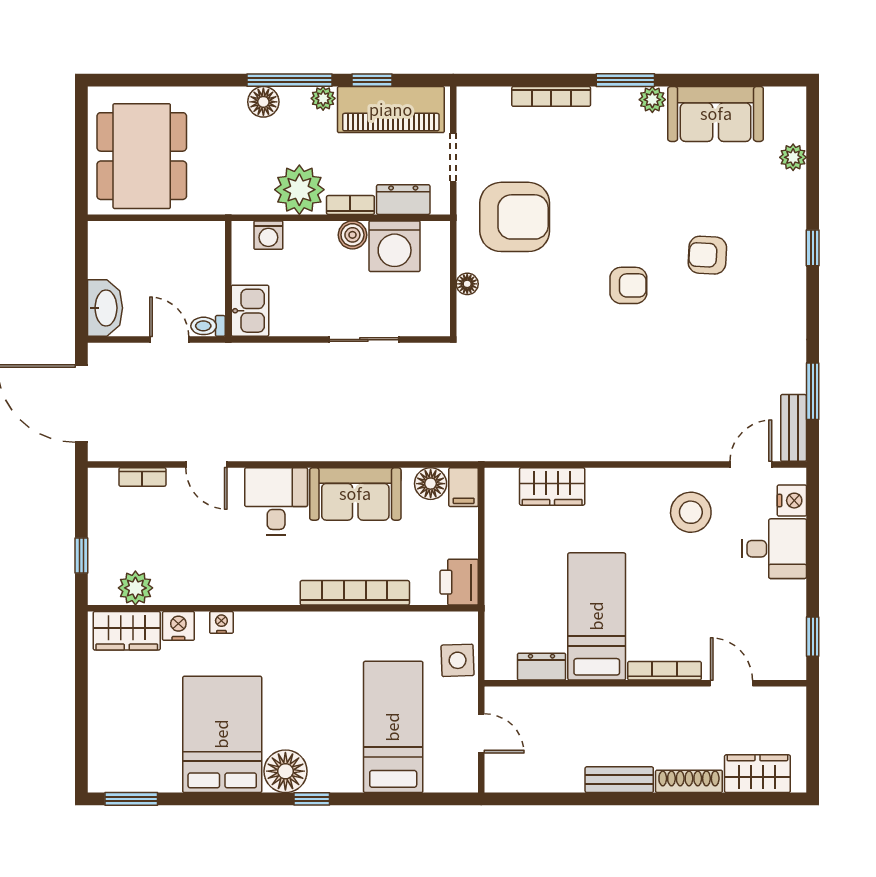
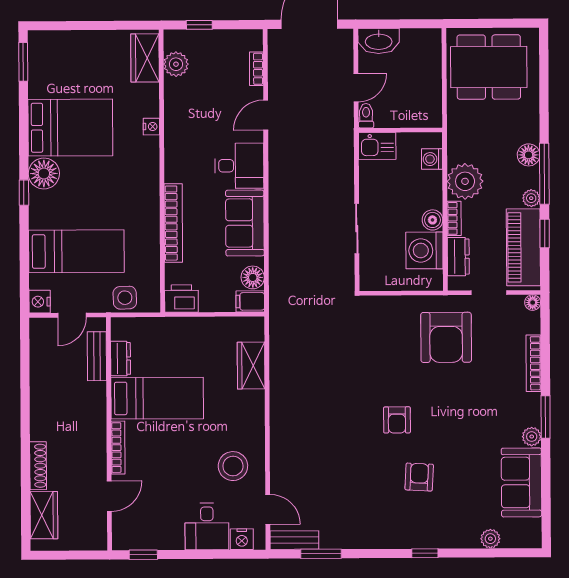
floor lamp: (467, 284) -> (533, 303), moved
nightstand: (178, 626) -> (40, 302), moved, turned 180
bench: (619, 780) -> (97, 356), moved

